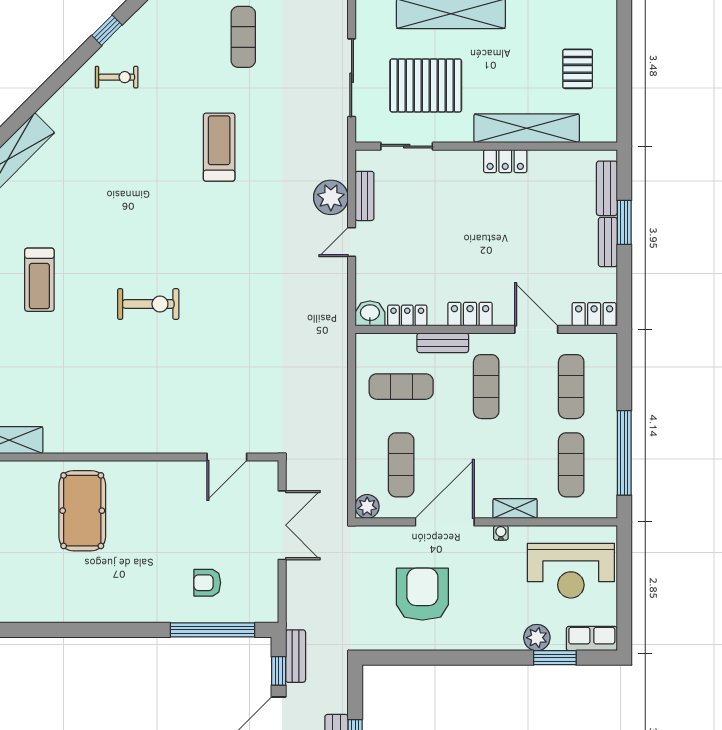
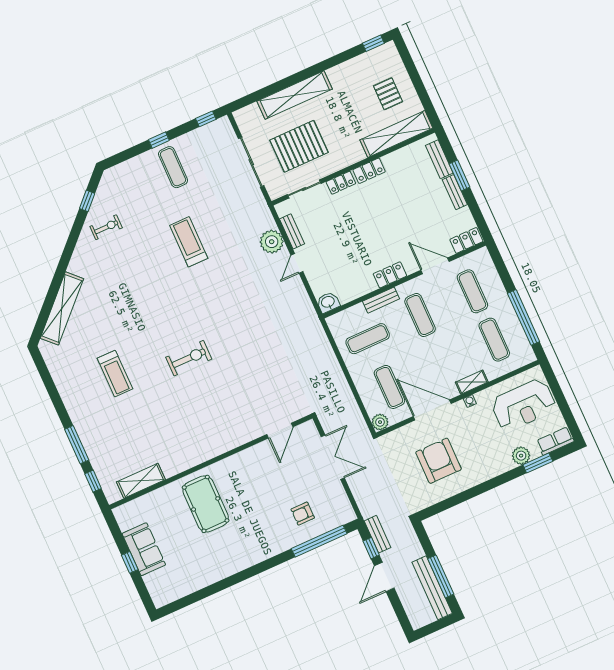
shelving: (527, 128) -> (396, 134), moved
locker: (407, 316) -> (341, 183), moved, turned 180
door: (445, 522) -> (432, 410), hinge flipped

